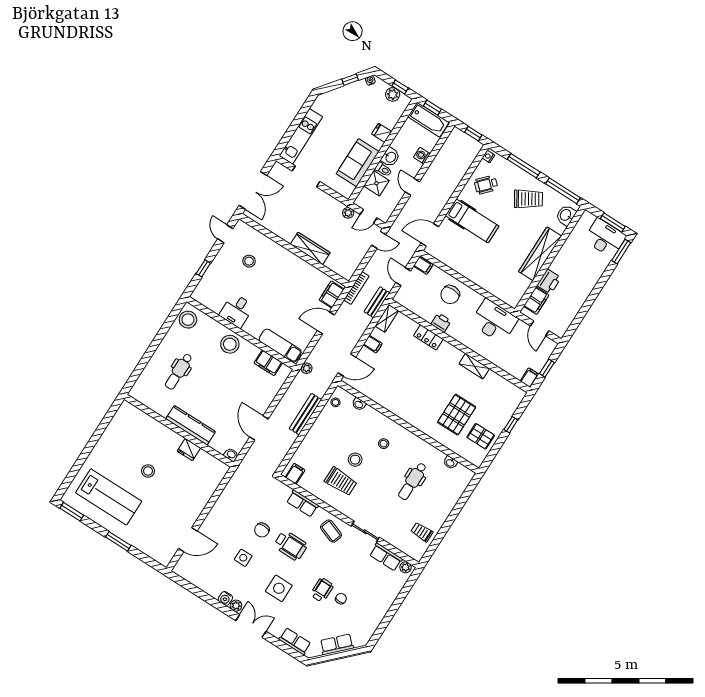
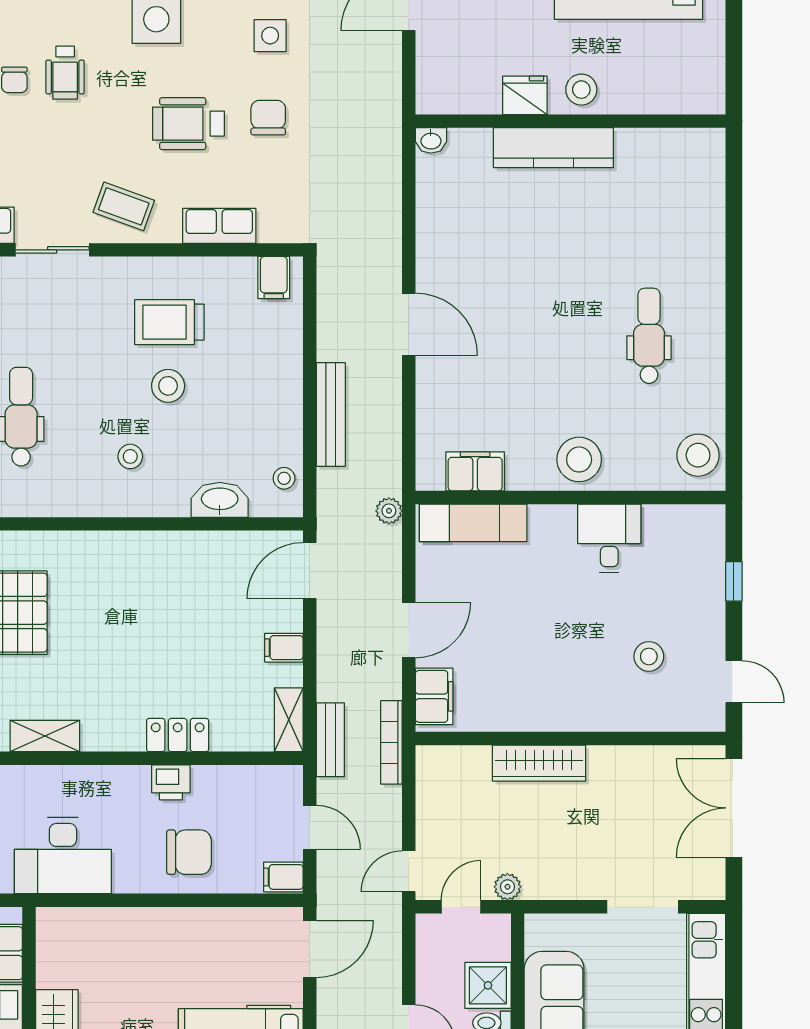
chair: (450, 295) -> (189, 852), turned 90
washbasin: (359, 404) -> (220, 500), width x1.91, depth x1.45
kitchen counter: (191, 425) -> (553, 148), moved
wall: (179, 431) -> (570, 121), moved
fridge: (189, 450) -> (525, 95), moved
washbasin: (231, 455) -> (431, 140), moved

